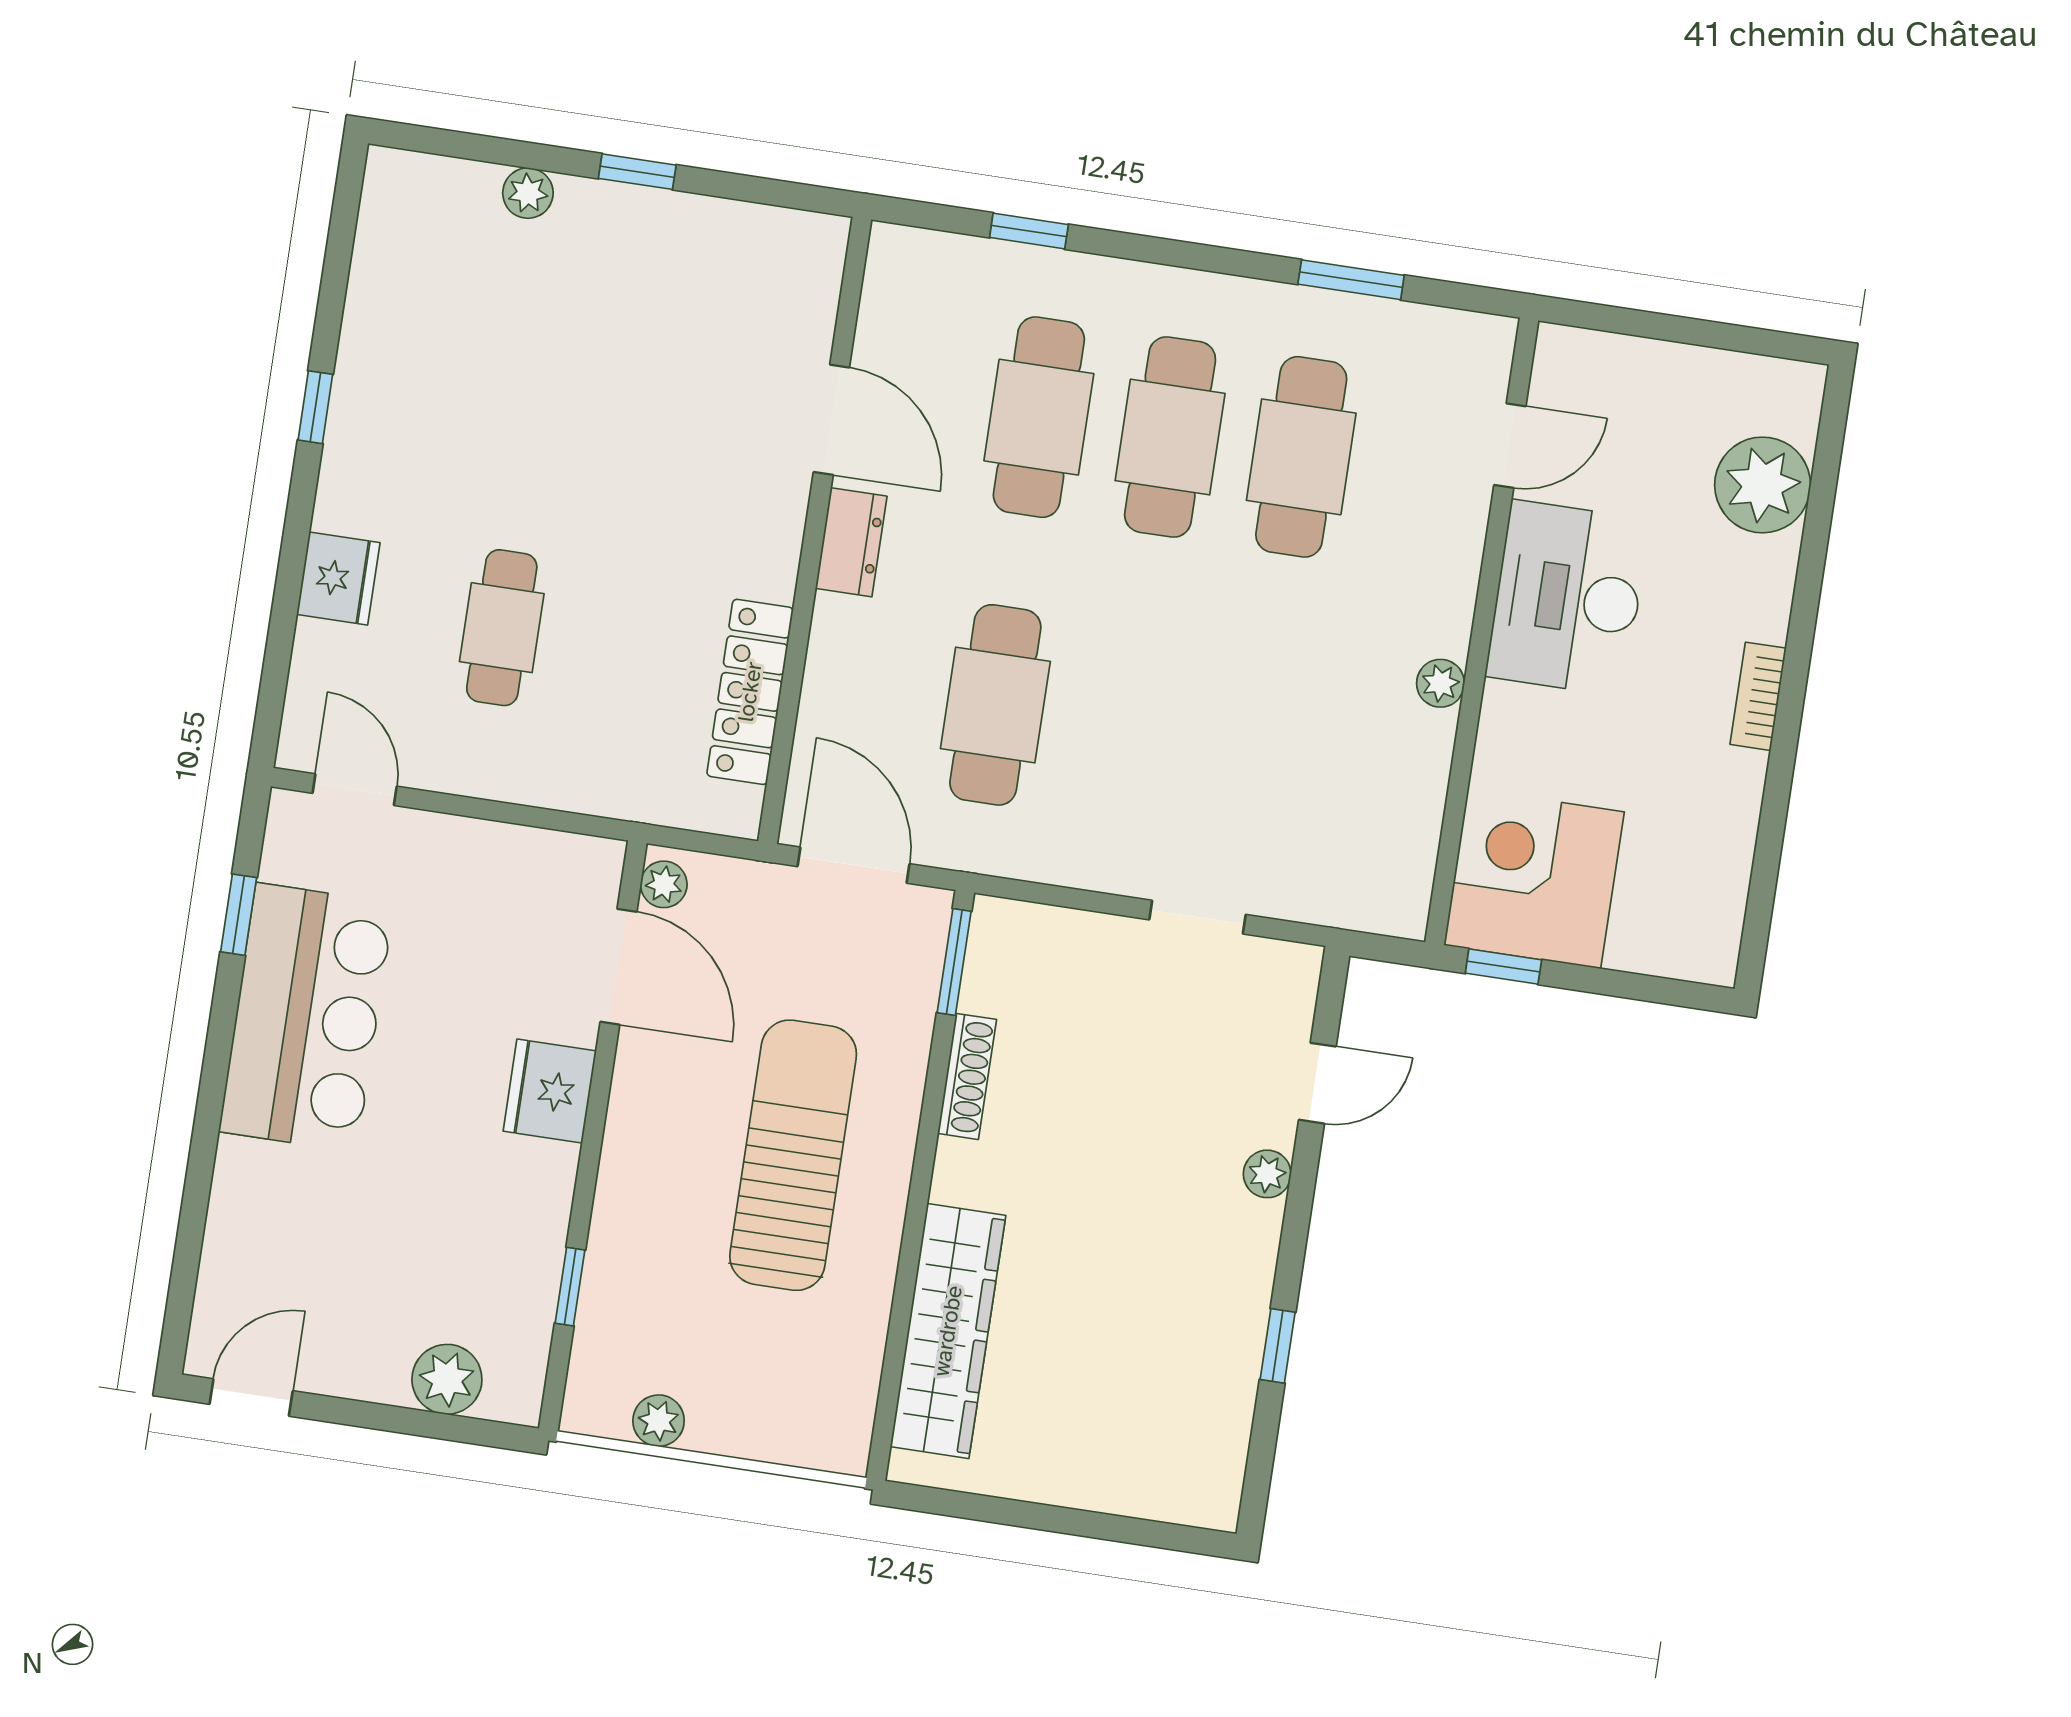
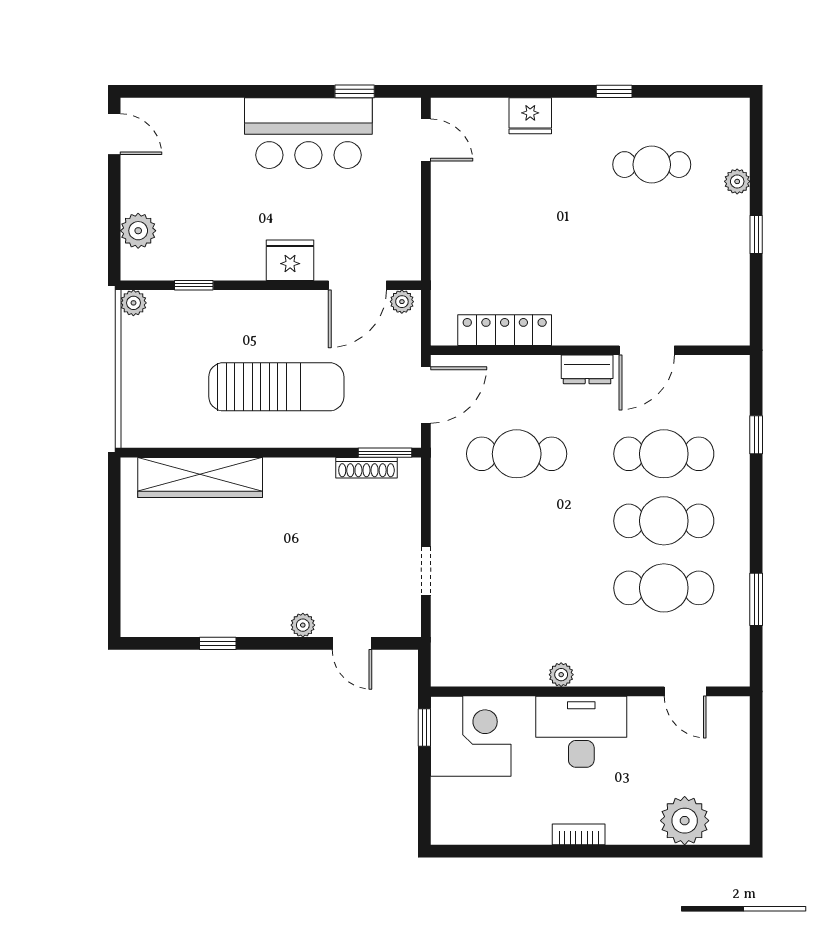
desk: (1568, 598) -> (581, 732), moved
cafe table: (502, 628) -> (652, 165), moved
door: (355, 790) -> (426, 140), hinge flipped
shoe rack: (967, 1076) -> (366, 468), moved
plant: (659, 1421) -> (133, 303), moved

